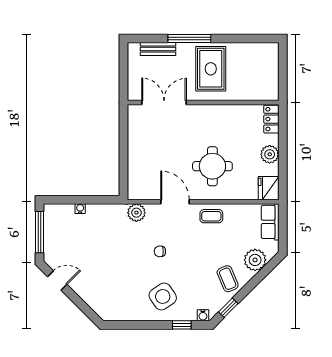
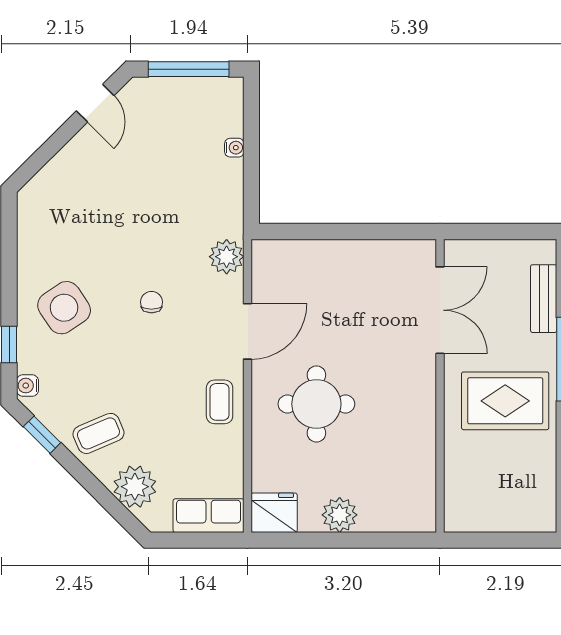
locker: (271, 119) -> (408, 518), removed

